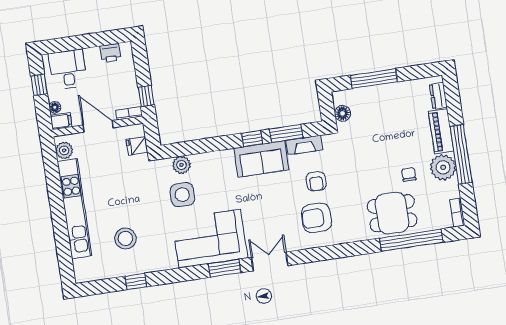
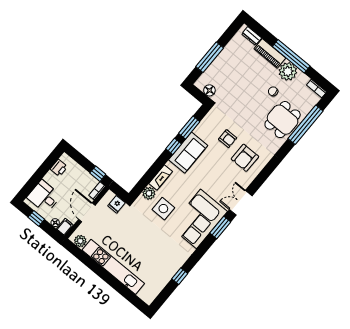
door: (98, 126) -> (87, 212), hinge flipped
fireplace: (304, 145) -> (161, 178), moved
stool: (125, 238) -> (154, 258), removed

